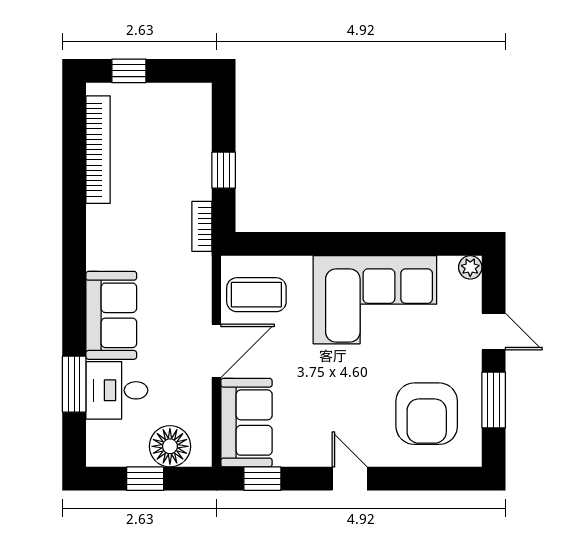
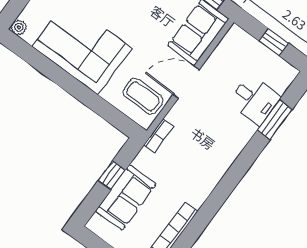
bookcase: (202, 226) -> (158, 136), moved
sofa: (111, 315) -> (126, 198), moved, turned 180
floor lamp: (170, 446) -> (248, 49), removed

